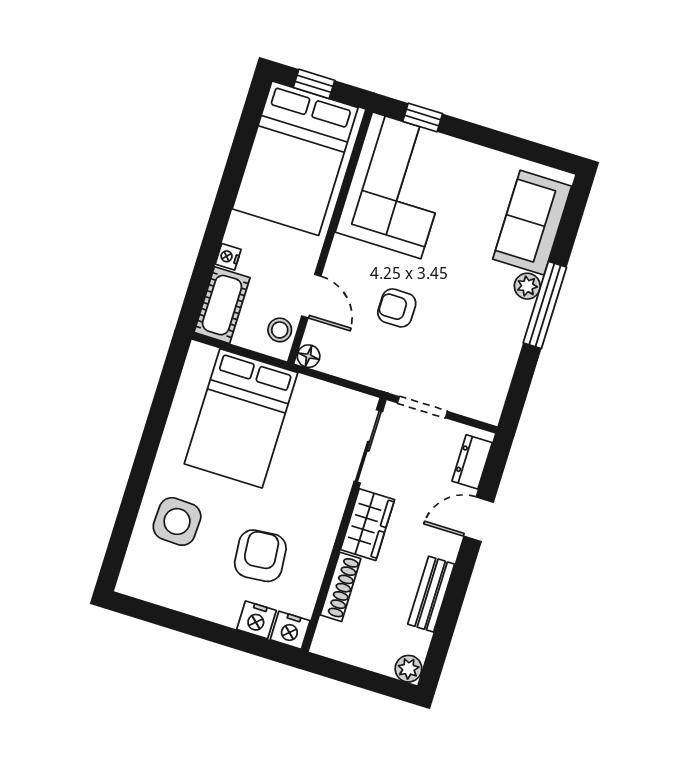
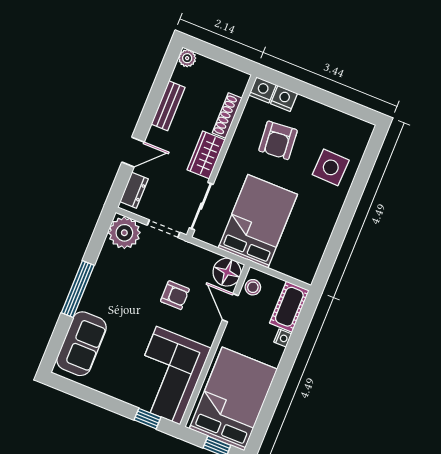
plant: (527, 286) -> (124, 233), moved, width x1.88, depth x1.88
floor lamp: (309, 356) -> (227, 272), width x1.89, depth x1.89
bed: (241, 418) -> (258, 221), moved

